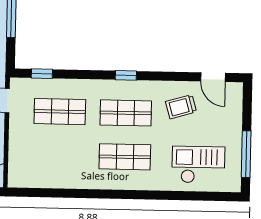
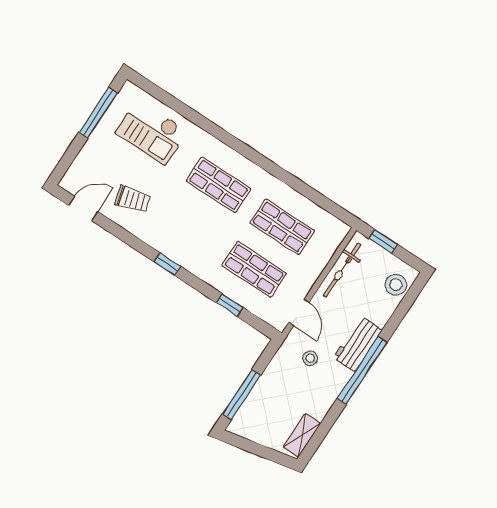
window: (42, 74) -> (230, 305), moved
door: (213, 77) -> (83, 208), hinge flipped
shop shelf: (126, 113) -> (282, 227), moved

